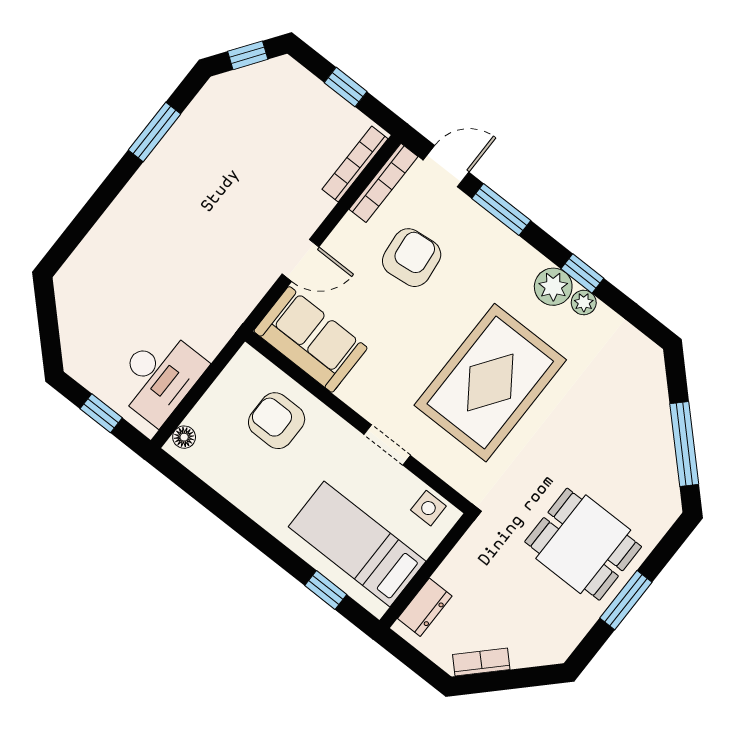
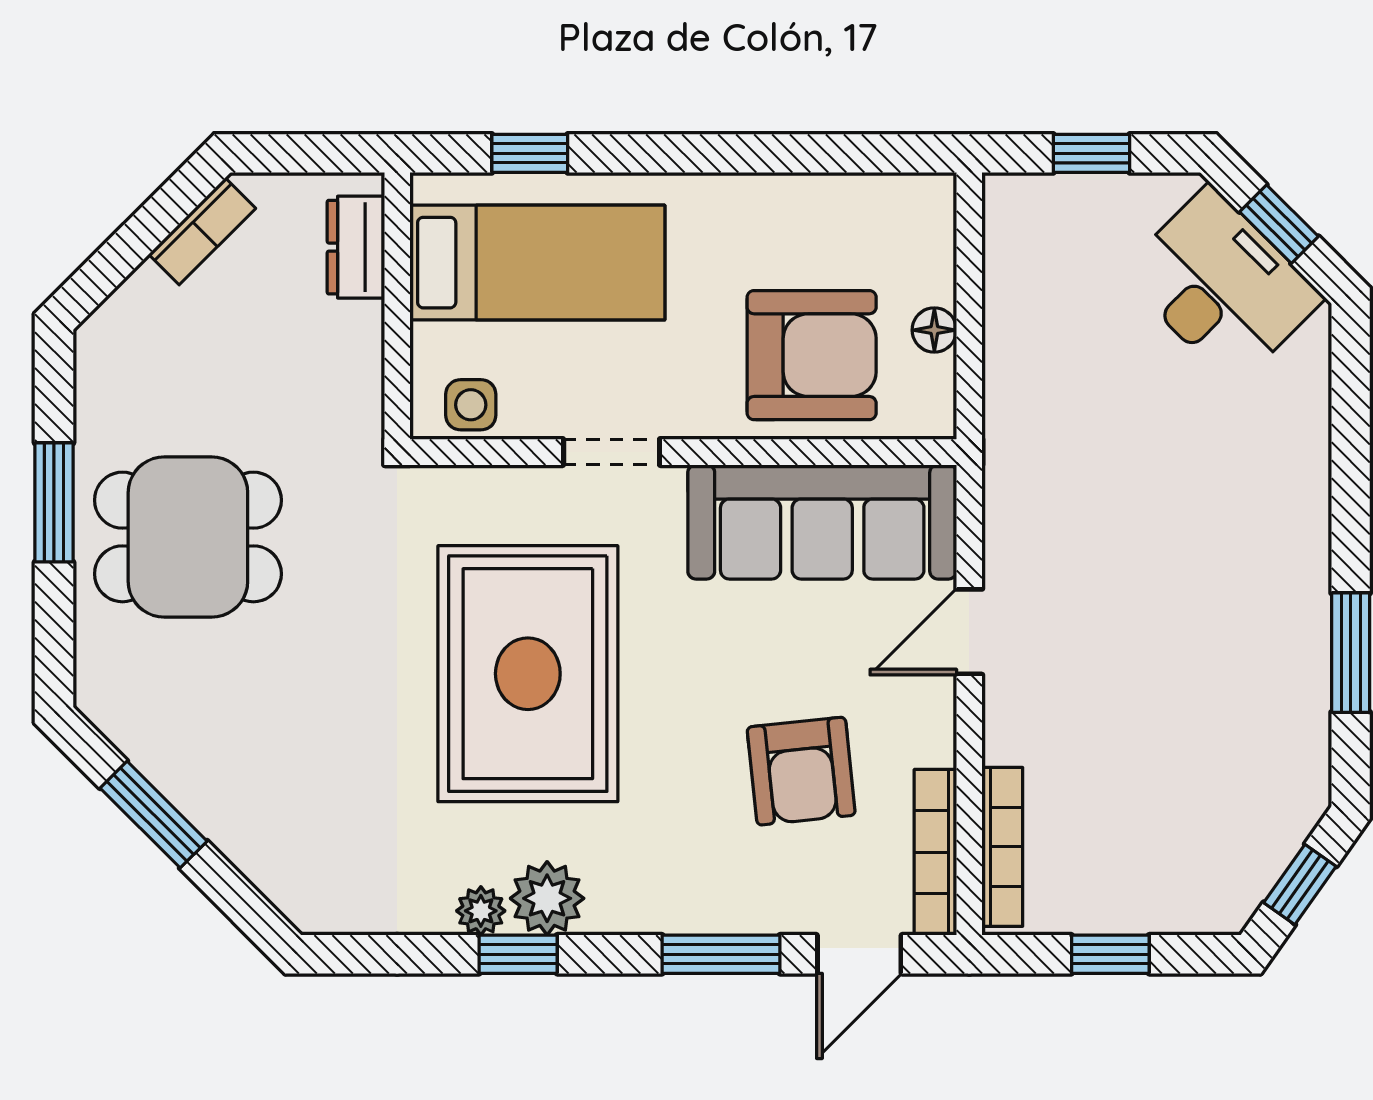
window: (48, 326) -> (1279, 224), added
sofa: (311, 339) -> (822, 522), width x1.36
desk: (159, 376) -> (1222, 286), moved, turned 135
armchair: (277, 421) -> (812, 355), width x1.36, depth x1.36
floor lamp: (184, 437) -> (934, 330), moved
window: (684, 444) -> (154, 815), width x0.69

